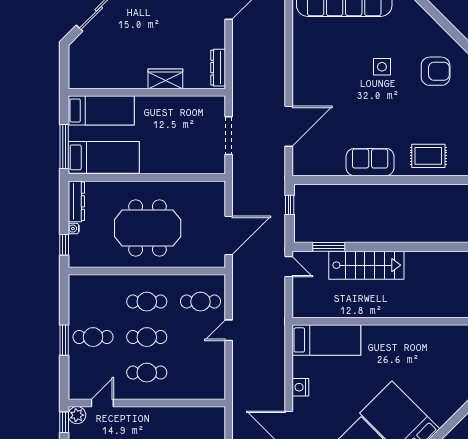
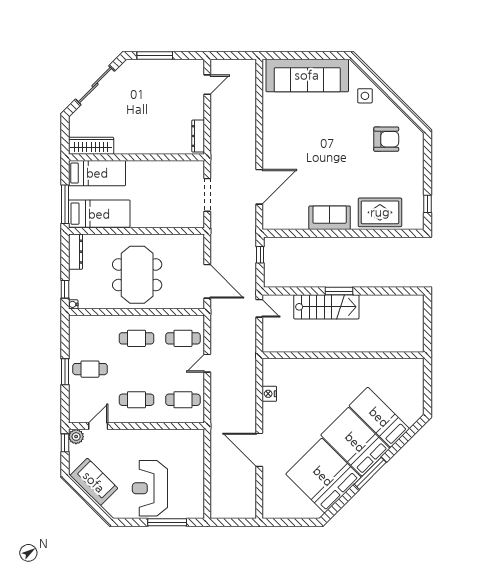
side table: (382, 67) -> (365, 96), moved
wardrobe: (165, 79) -> (91, 146), moved, width x1.50
rug: (428, 156) -> (380, 212), width x1.36, depth x1.43
meeting table: (148, 228) -> (137, 275), turned 90
water cooler: (74, 229) -> (73, 304), moved
door: (229, 236) -> (207, 281), hinge flipped
window: (329, 247) -> (339, 291), moved
cafe table: (147, 337) -> (183, 400), moved
bed: (326, 340) -> (379, 417), moved, turned -135
nightstand: (300, 387) -> (269, 394), moved

